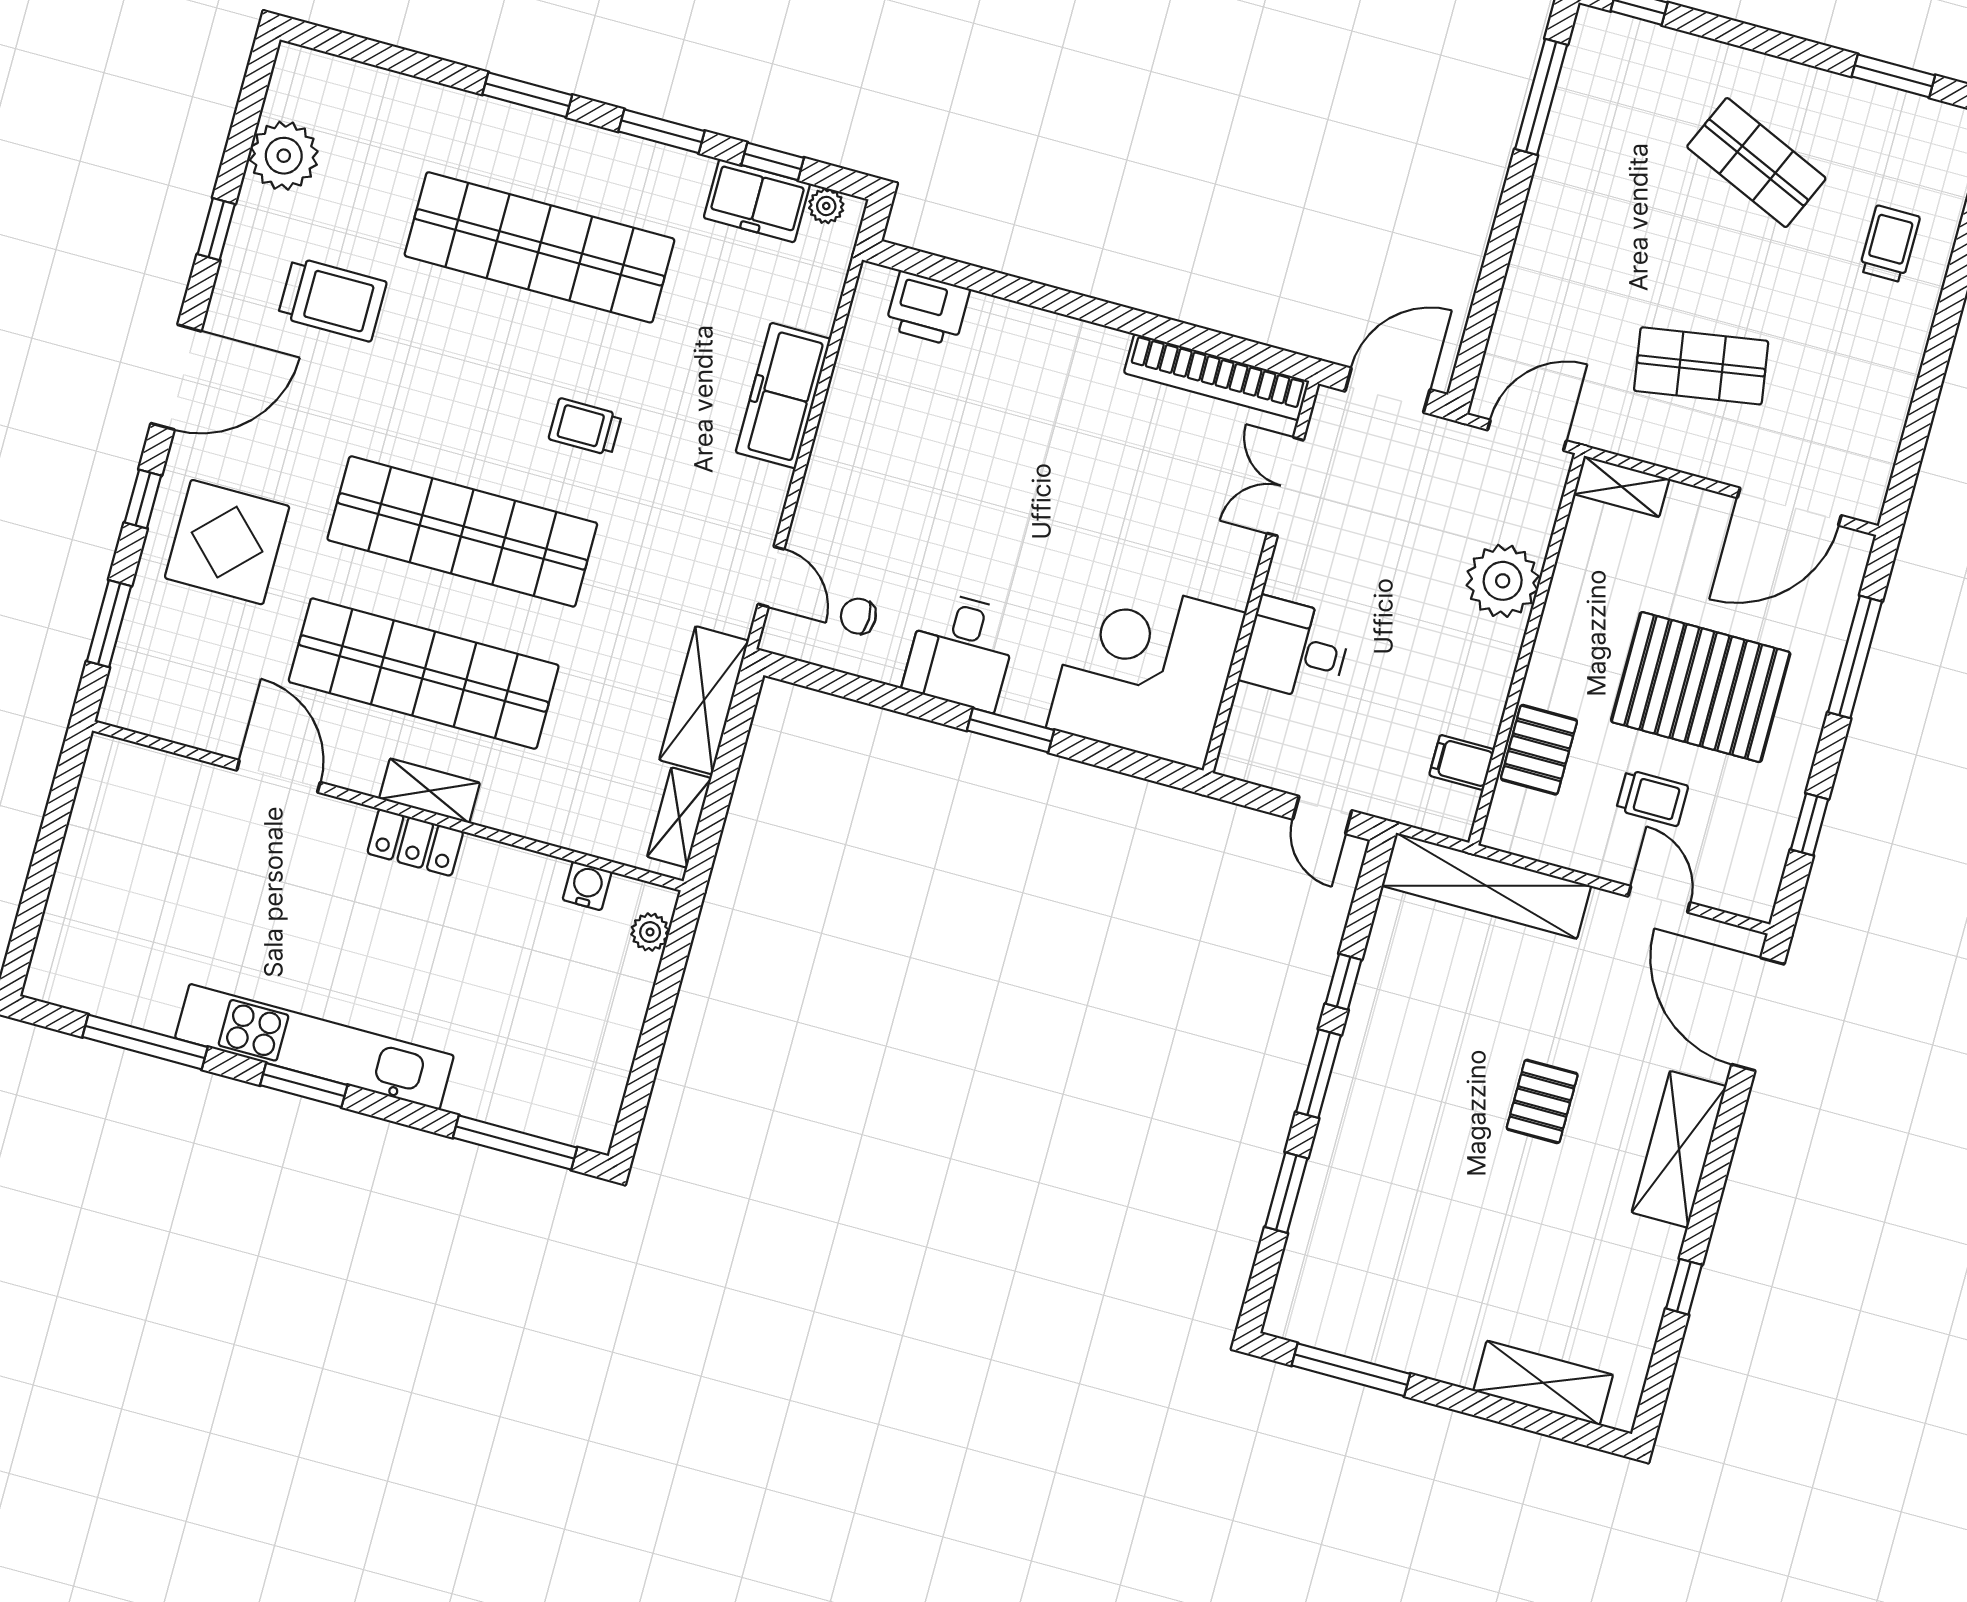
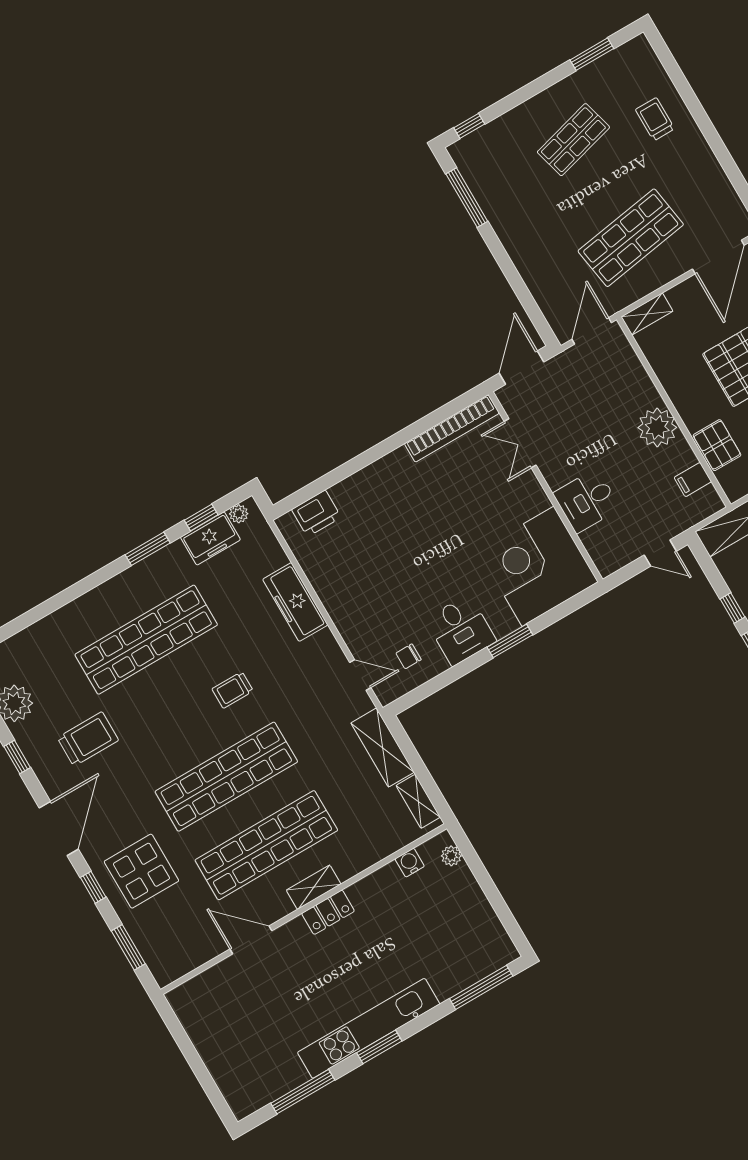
window: (527, 95) -> (83, 587), removed
shop shelf: (1756, 163) -> (573, 140), turned -39
shop shelf: (1701, 366) -> (631, 238), width x1.43, depth x1.36
plant: (1503, 581) -> (657, 428), moved

